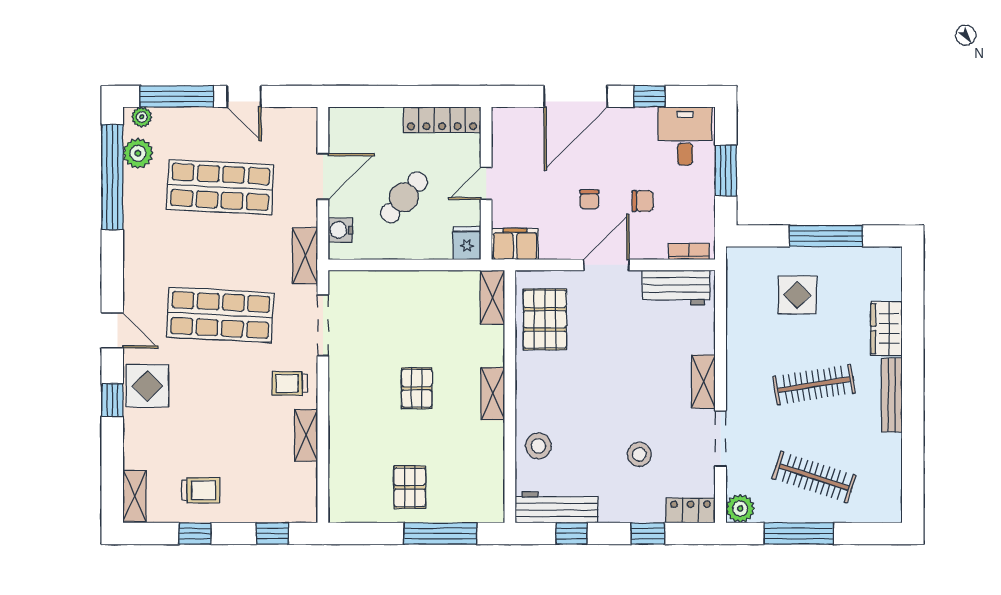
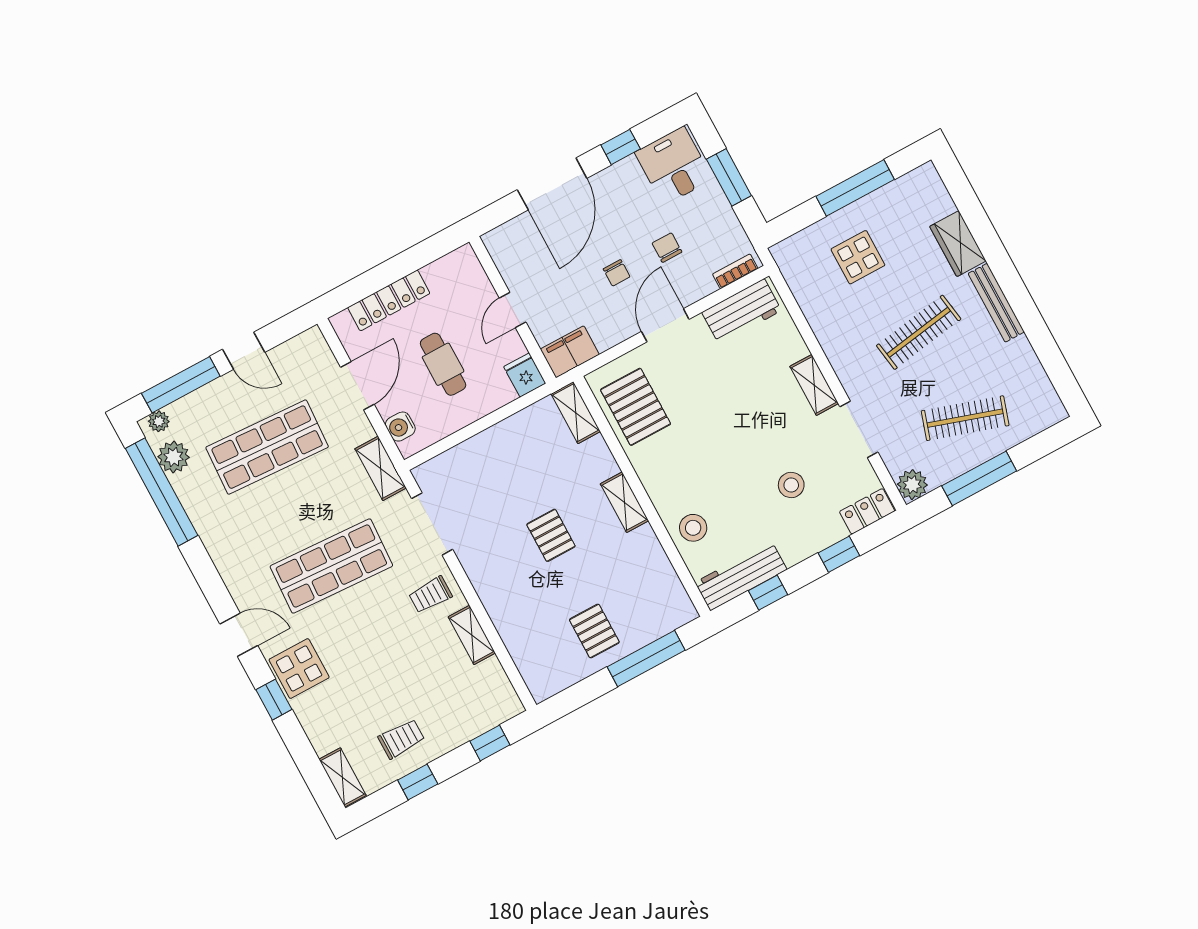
locker: (442, 120) -> (389, 300), moved
cafe table: (404, 197) -> (443, 364), turned -41
chair: (643, 201) -> (667, 248), turned -90

